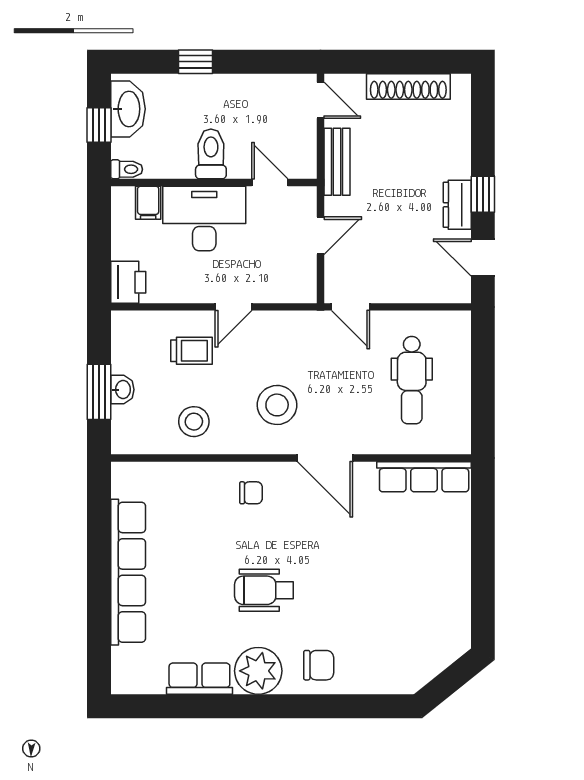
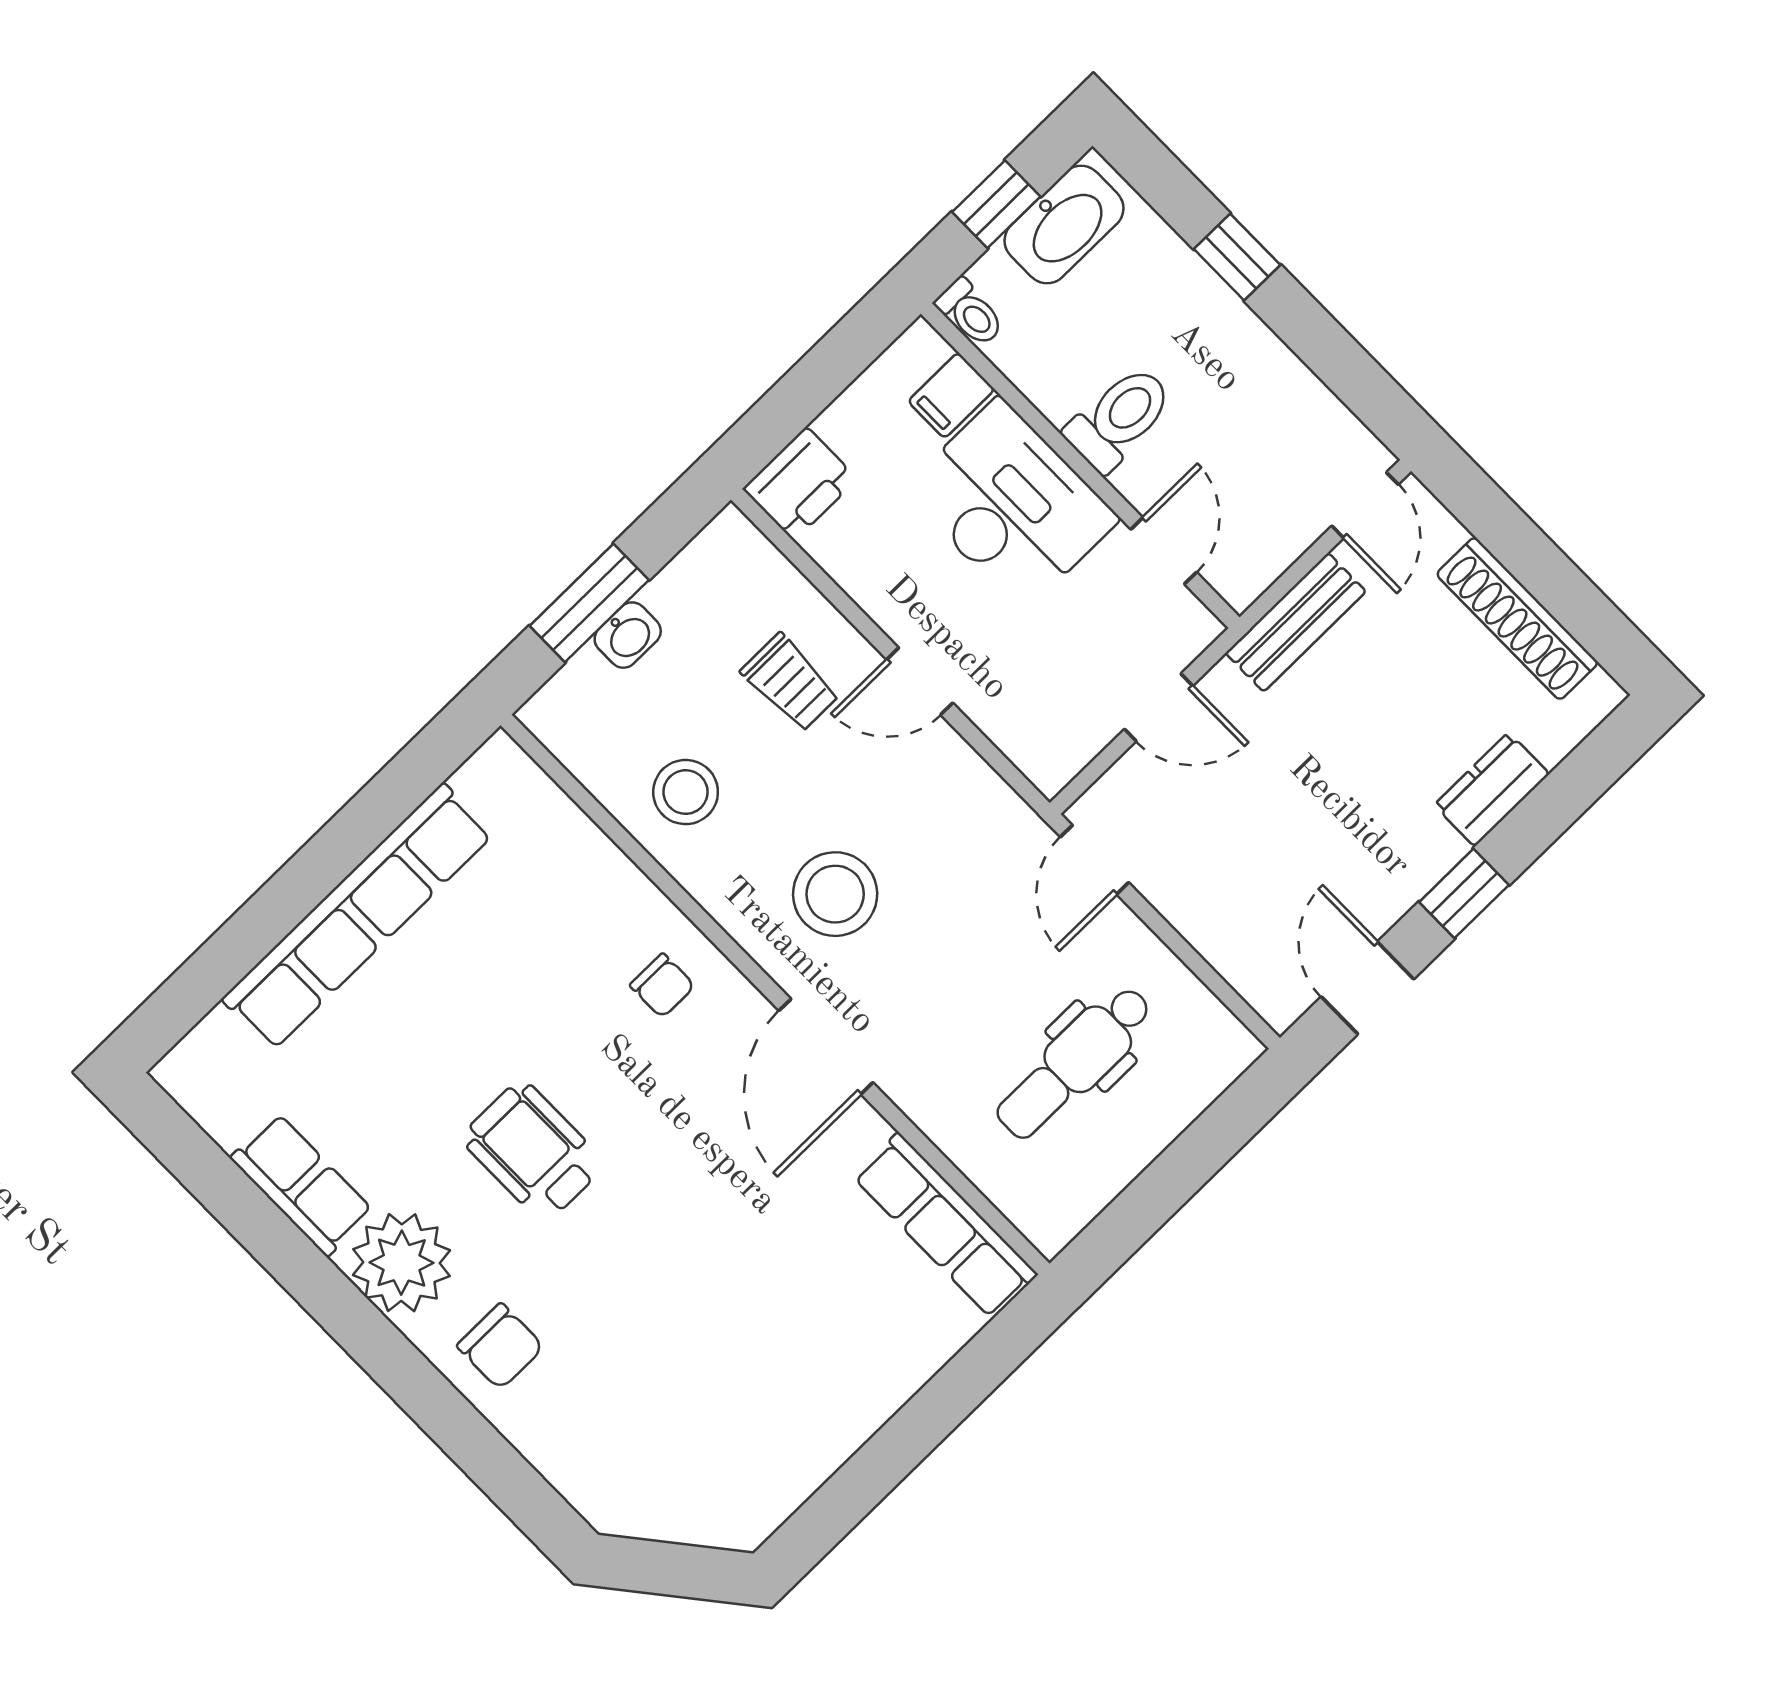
dresser: (457, 205) -> (1492, 789), moved

